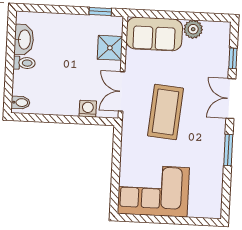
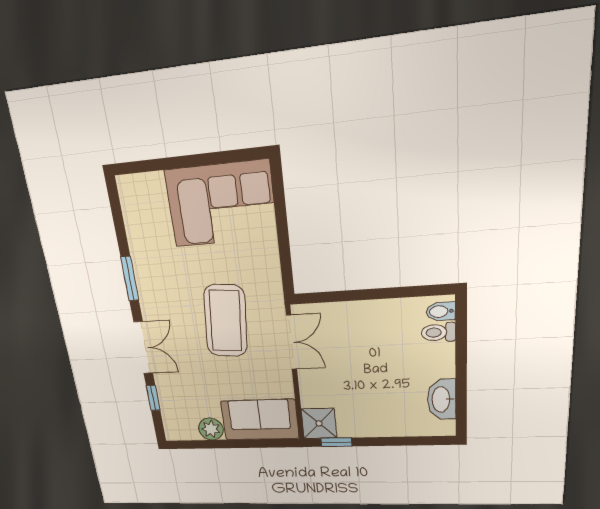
shower: (110, 48) -> (319, 423), moved
toilet: (24, 63) -> (438, 332), moved
washing machine: (88, 109) -> (337, 314), removed

